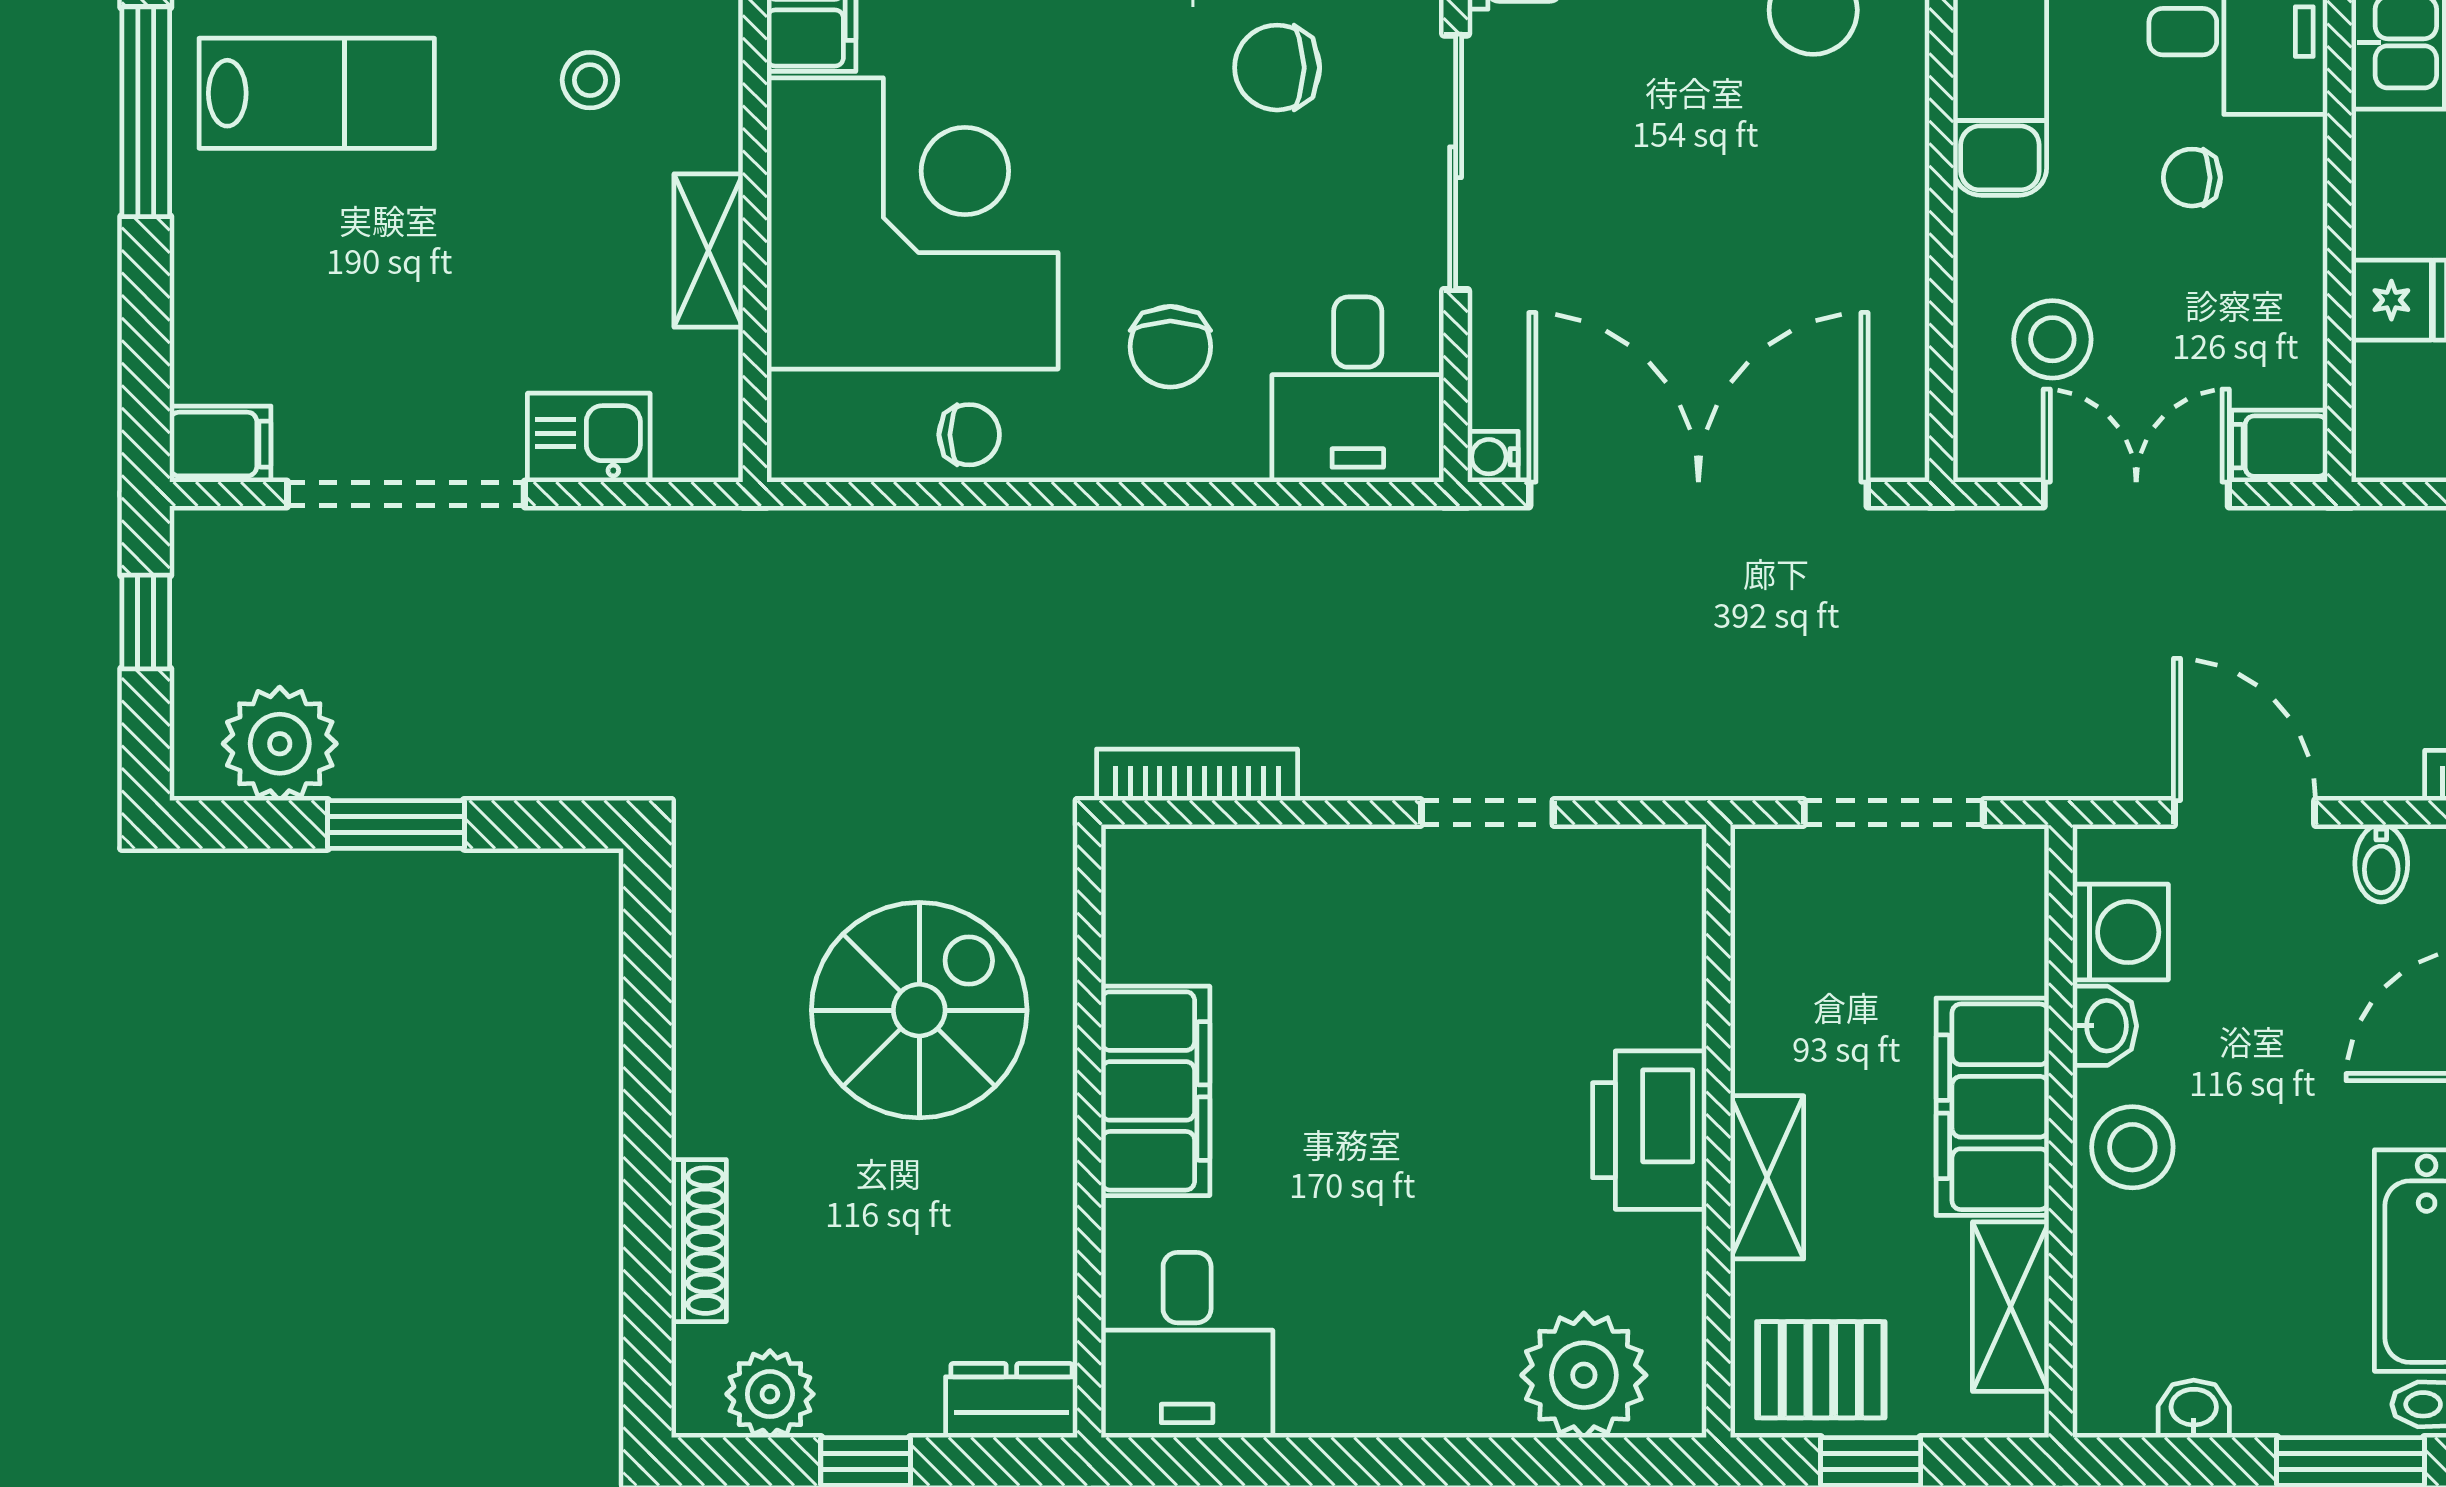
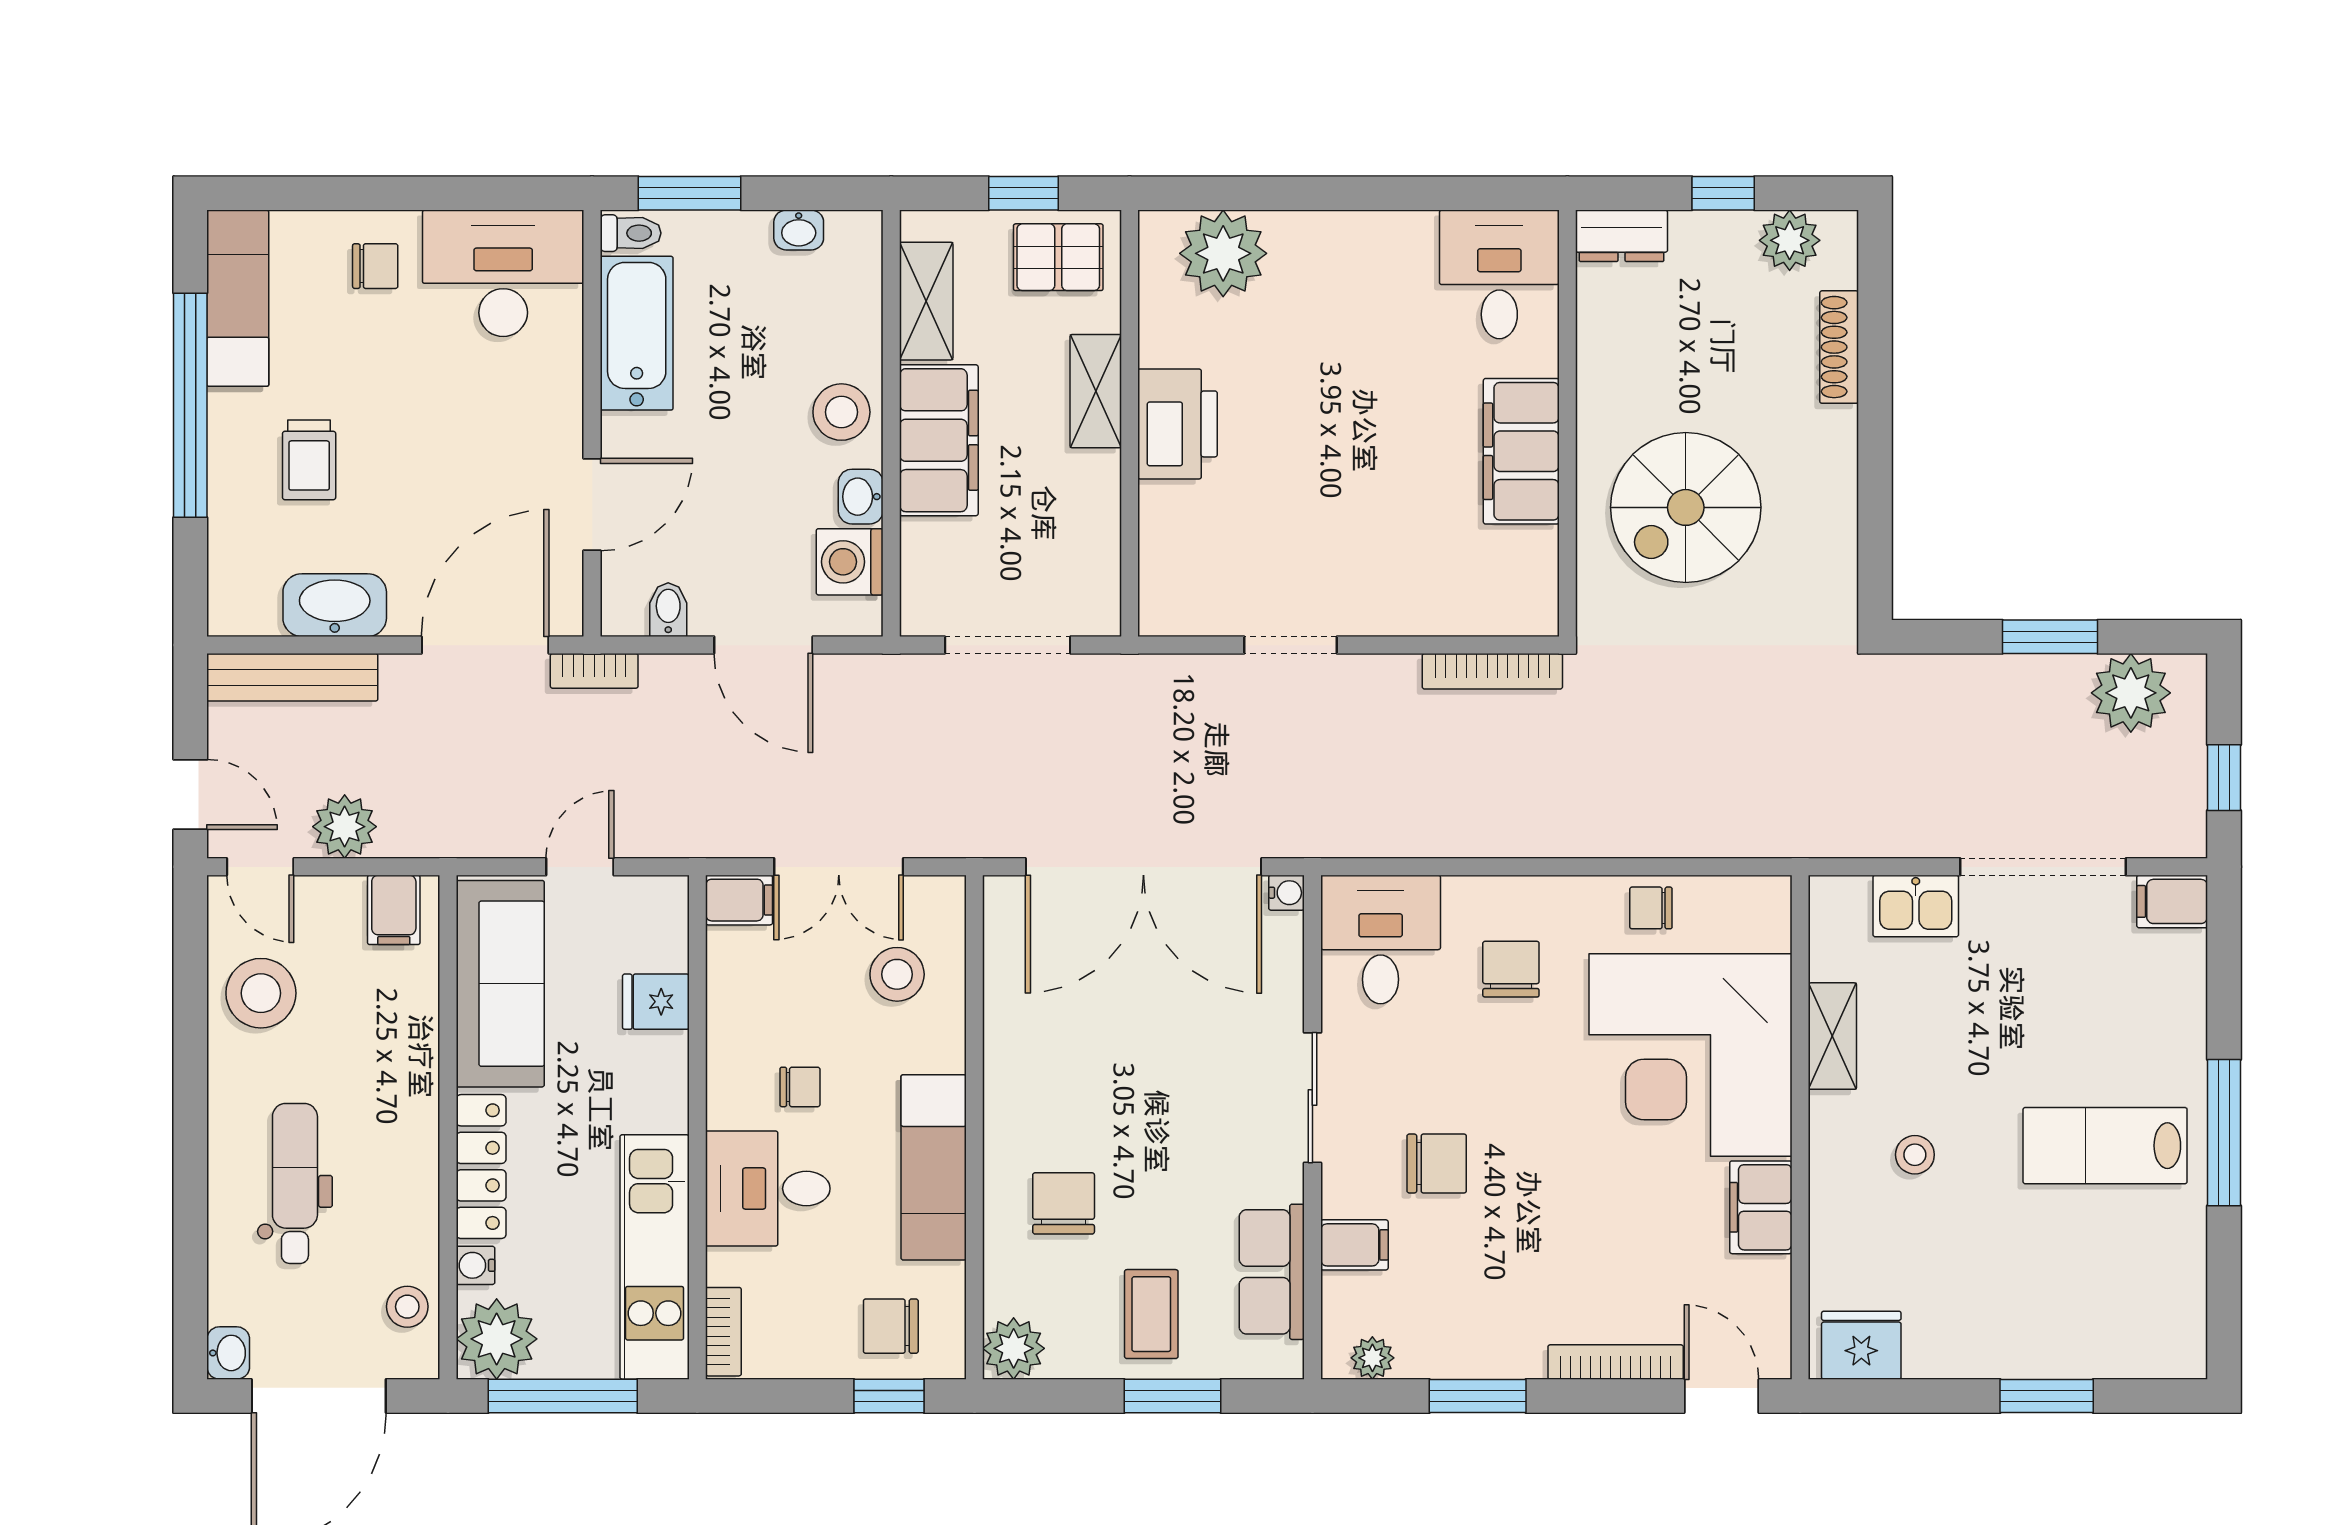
sliding door: (1456, 162) -> (1312, 1098), width x0.73

